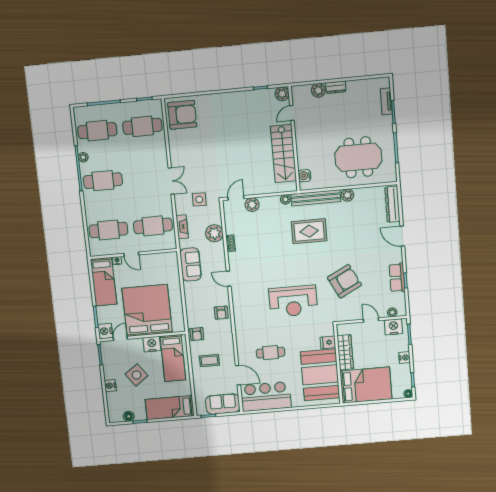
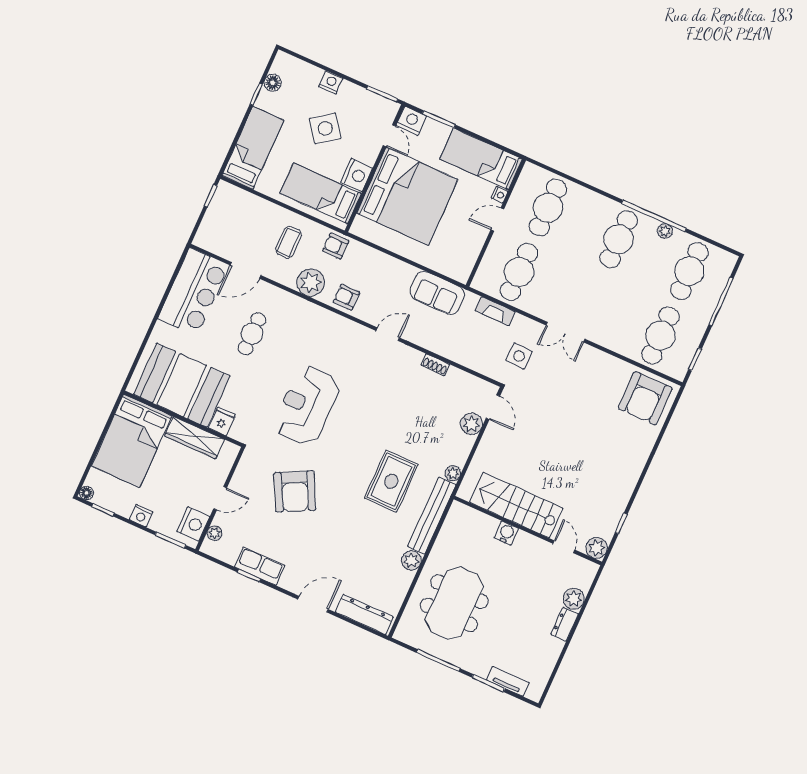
water cooler: (304, 176) -> (506, 533), moved
plant: (214, 233) -> (311, 283), moved
sofa: (223, 404) -> (216, 226), removed

